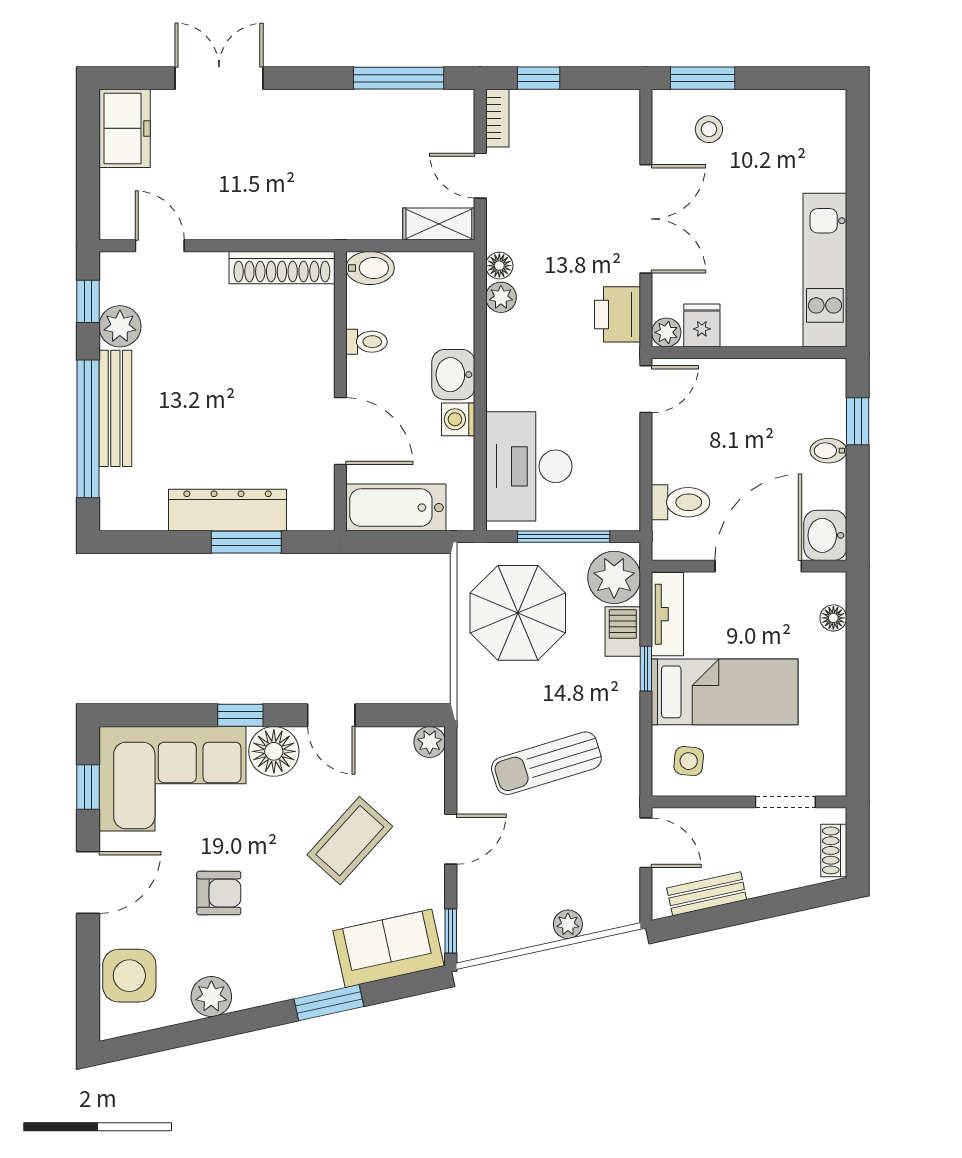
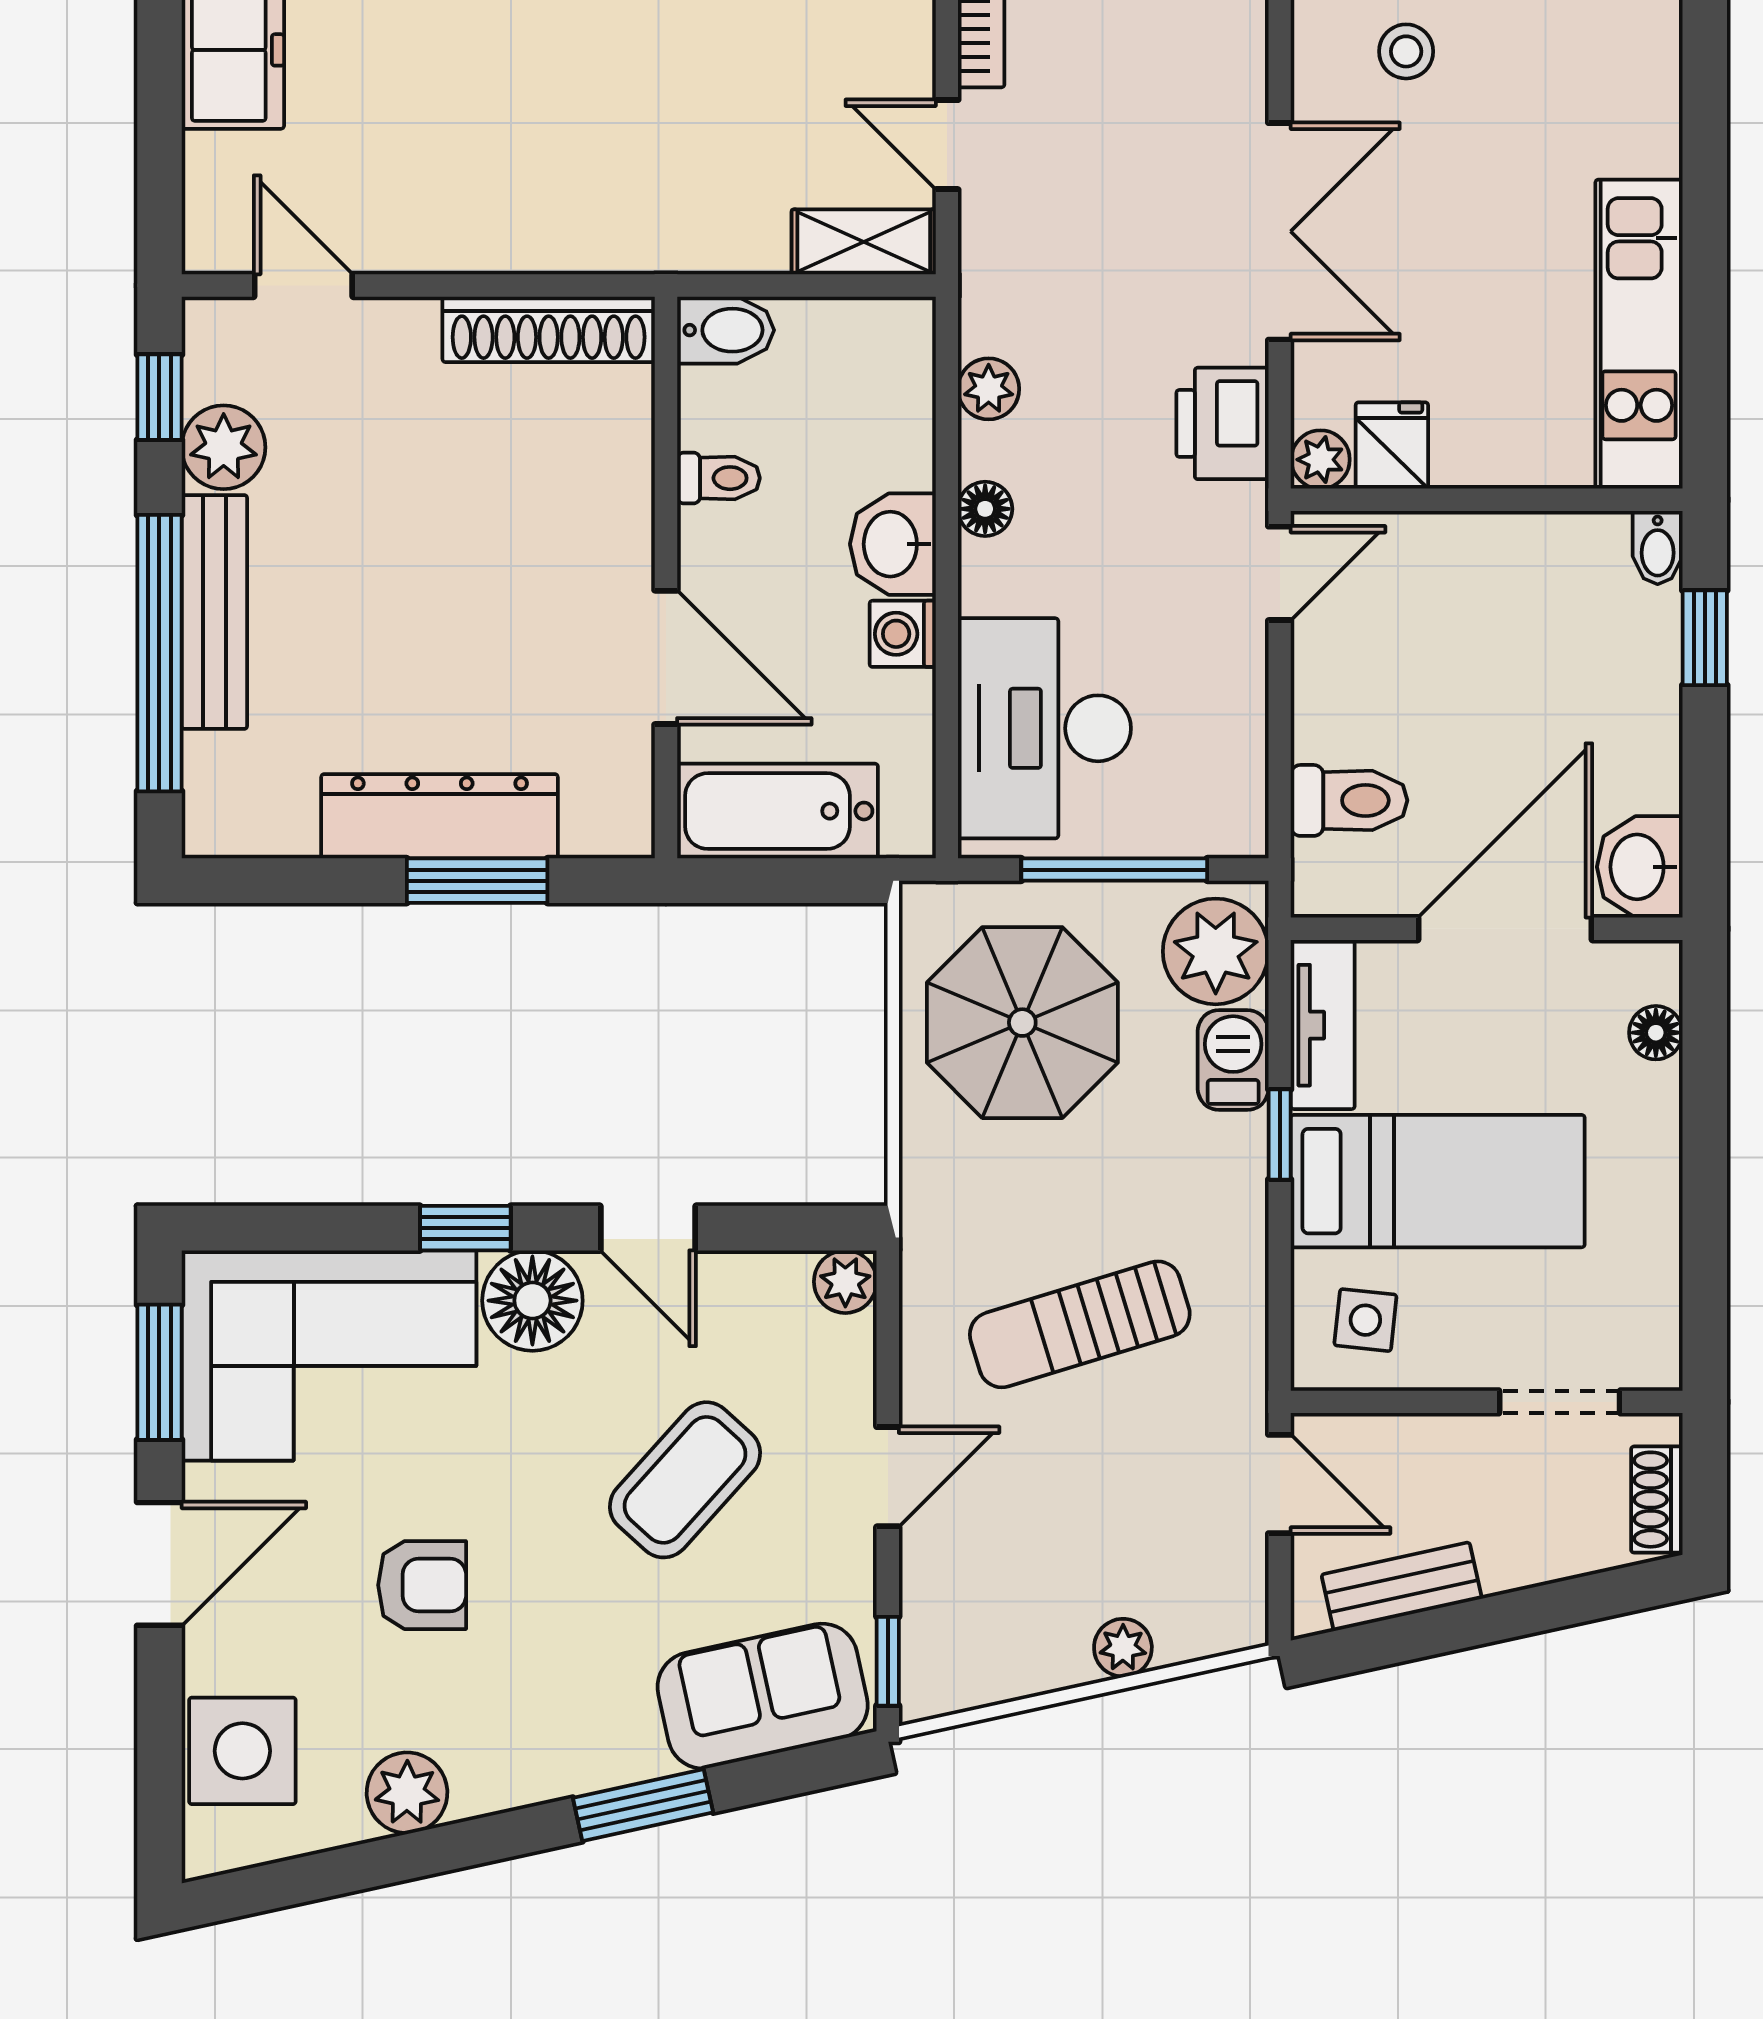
floor lamp: (499, 266) -> (985, 509), moved
bidet: (828, 451) -> (1658, 548), moved, turned -90
window: (88, 787) -> (159, 1372), width x1.50

